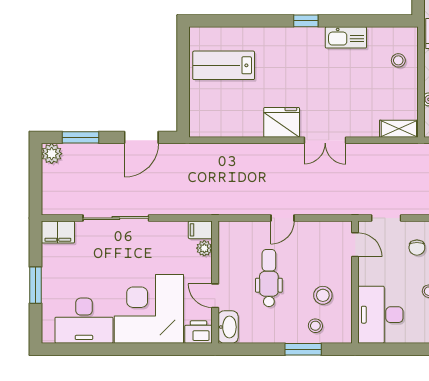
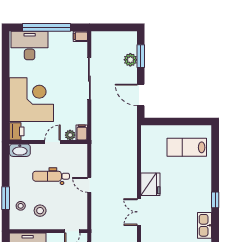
lab bench: (224, 65) -> (187, 147), turned -90
plant: (52, 154) -> (130, 60), moved
filing cabinet: (58, 232) -> (80, 36), width x0.50
dental chair: (269, 278) -> (51, 176), turned 180
window: (35, 285) -> (46, 27), width x2.11
door: (215, 296) -> (53, 142), moved
desk: (84, 321) -> (30, 45), moved, turned 90

